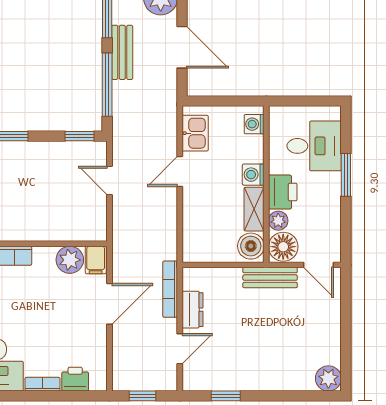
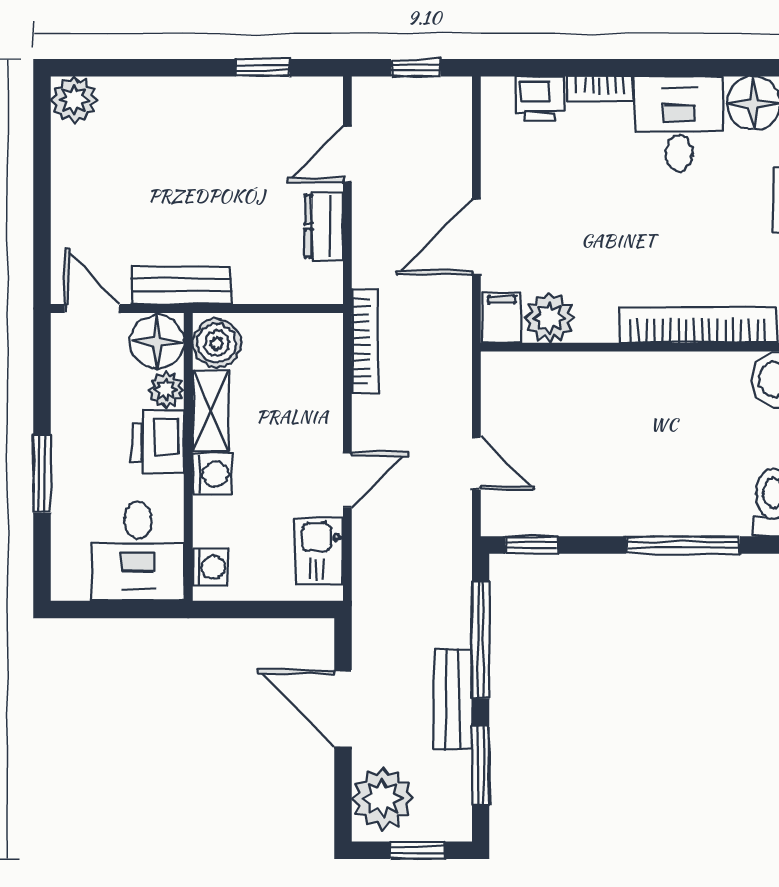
desk: (314, 146) -> (138, 551), moved, turned -90
bookcase: (170, 289) -> (365, 341), moved

